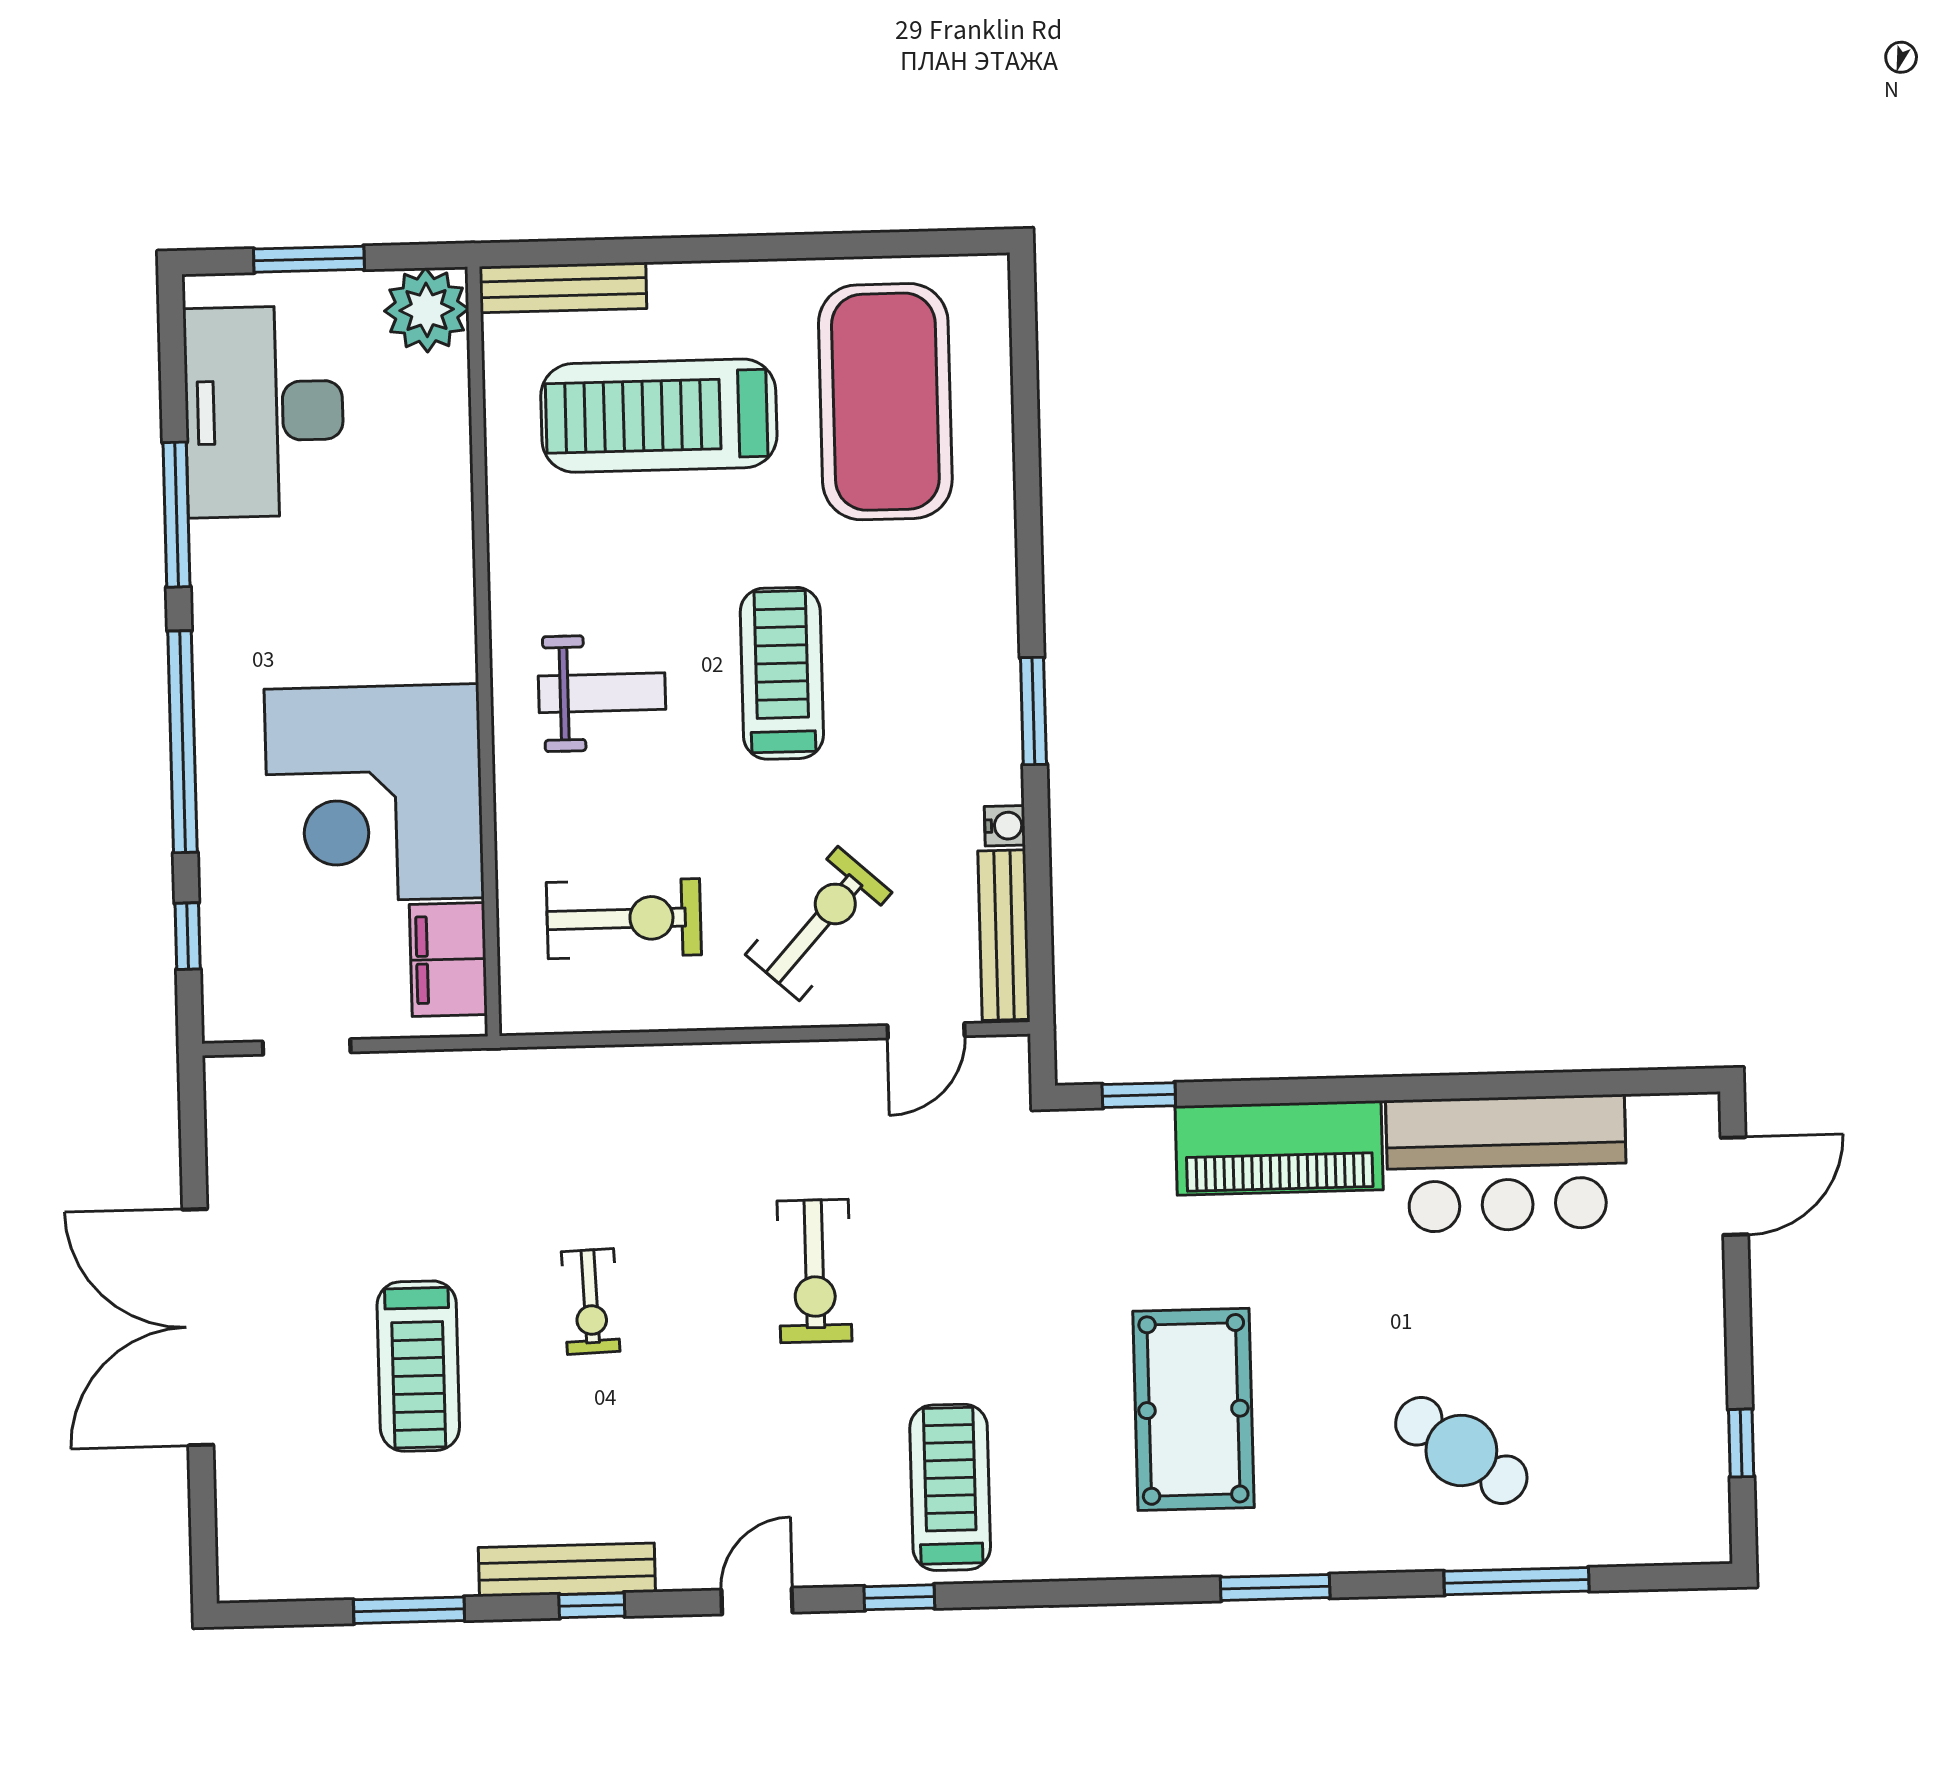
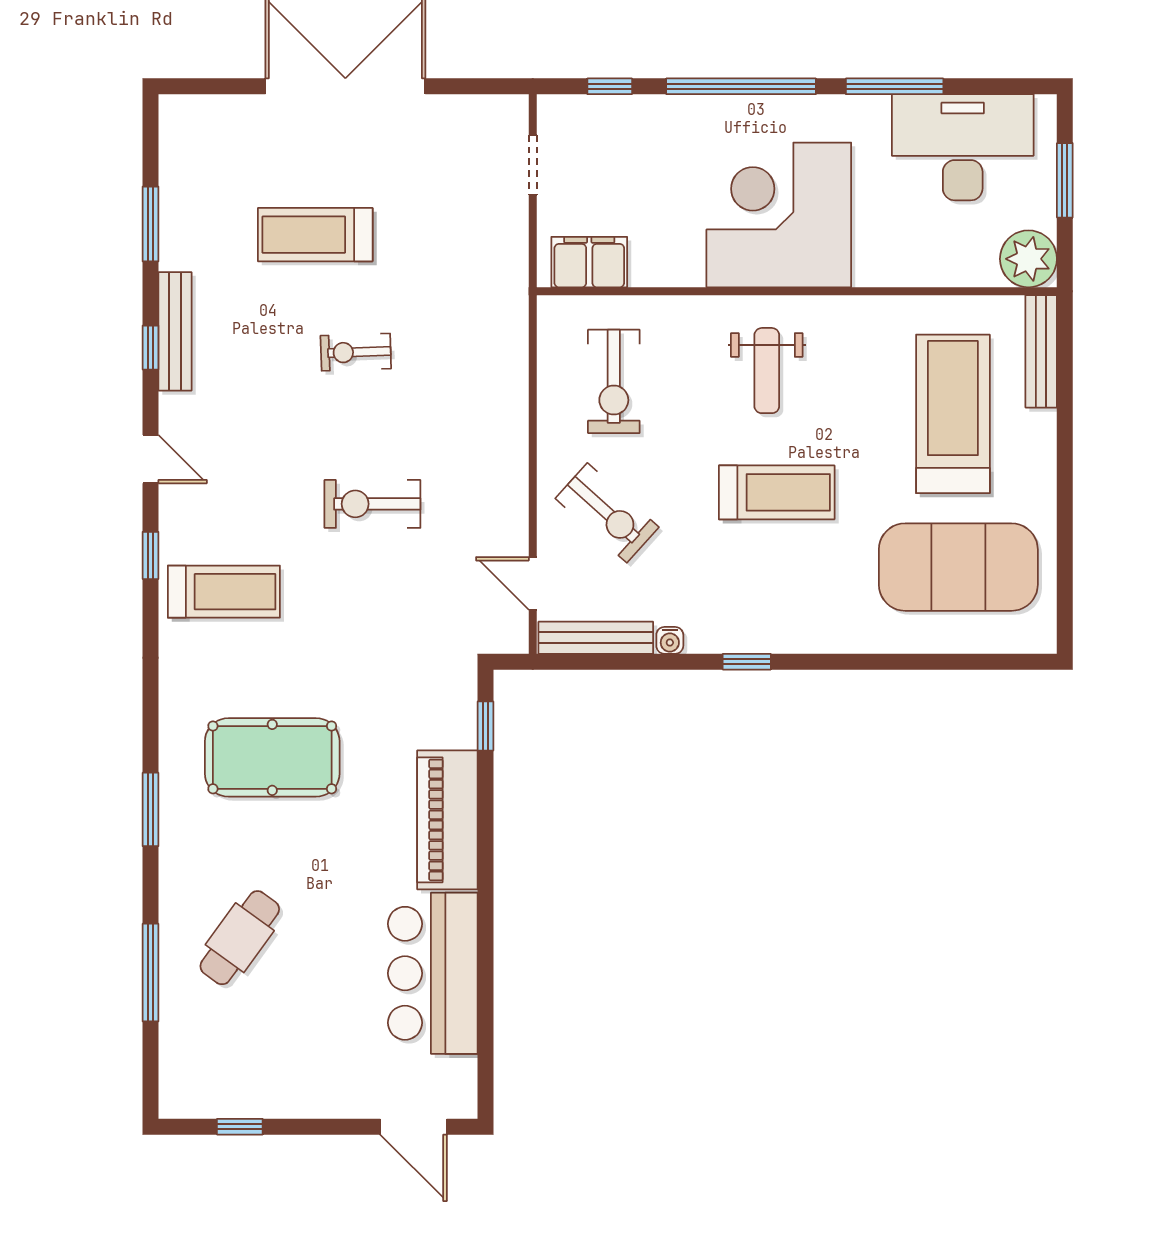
window: (1033, 711) -> (747, 662), width x0.67
corner desk: (374, 793) -> (779, 215), moved

